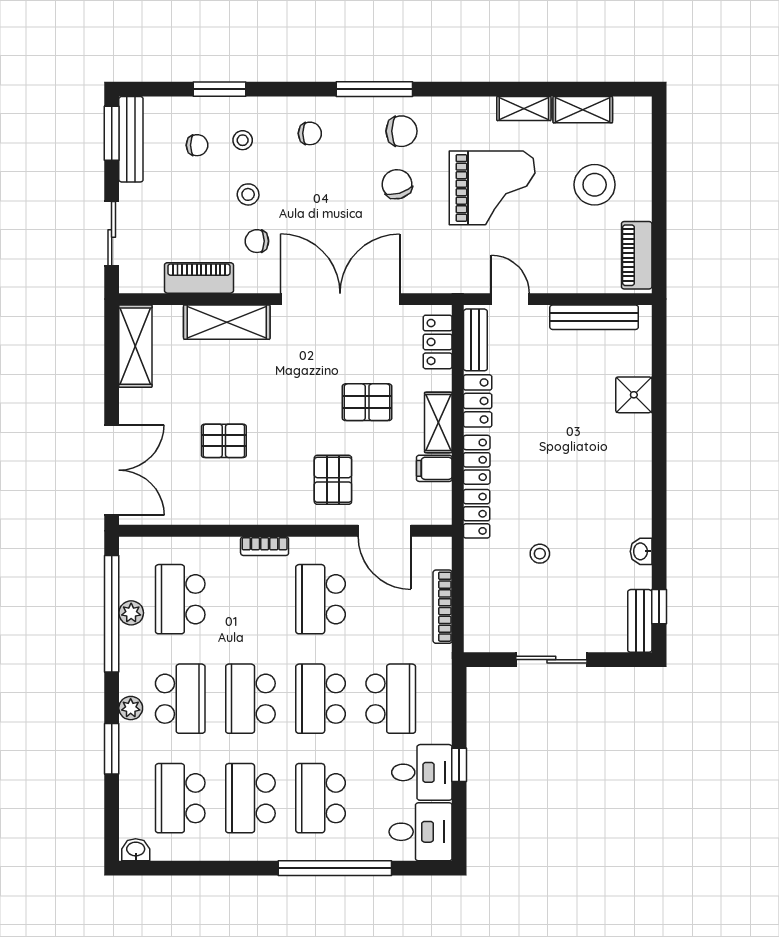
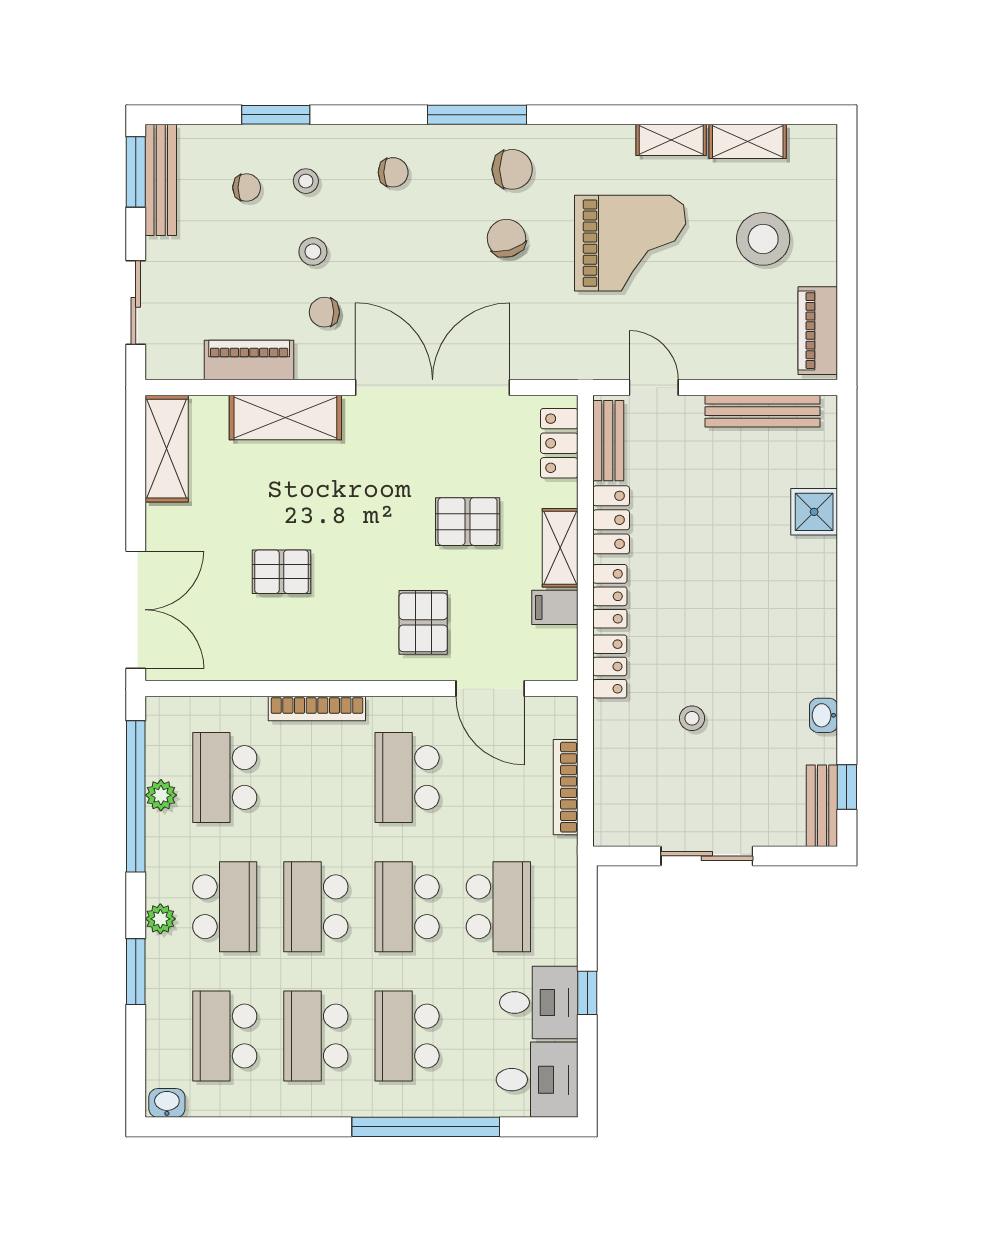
bookcase: (265, 546) -> (317, 708), width x1.56

